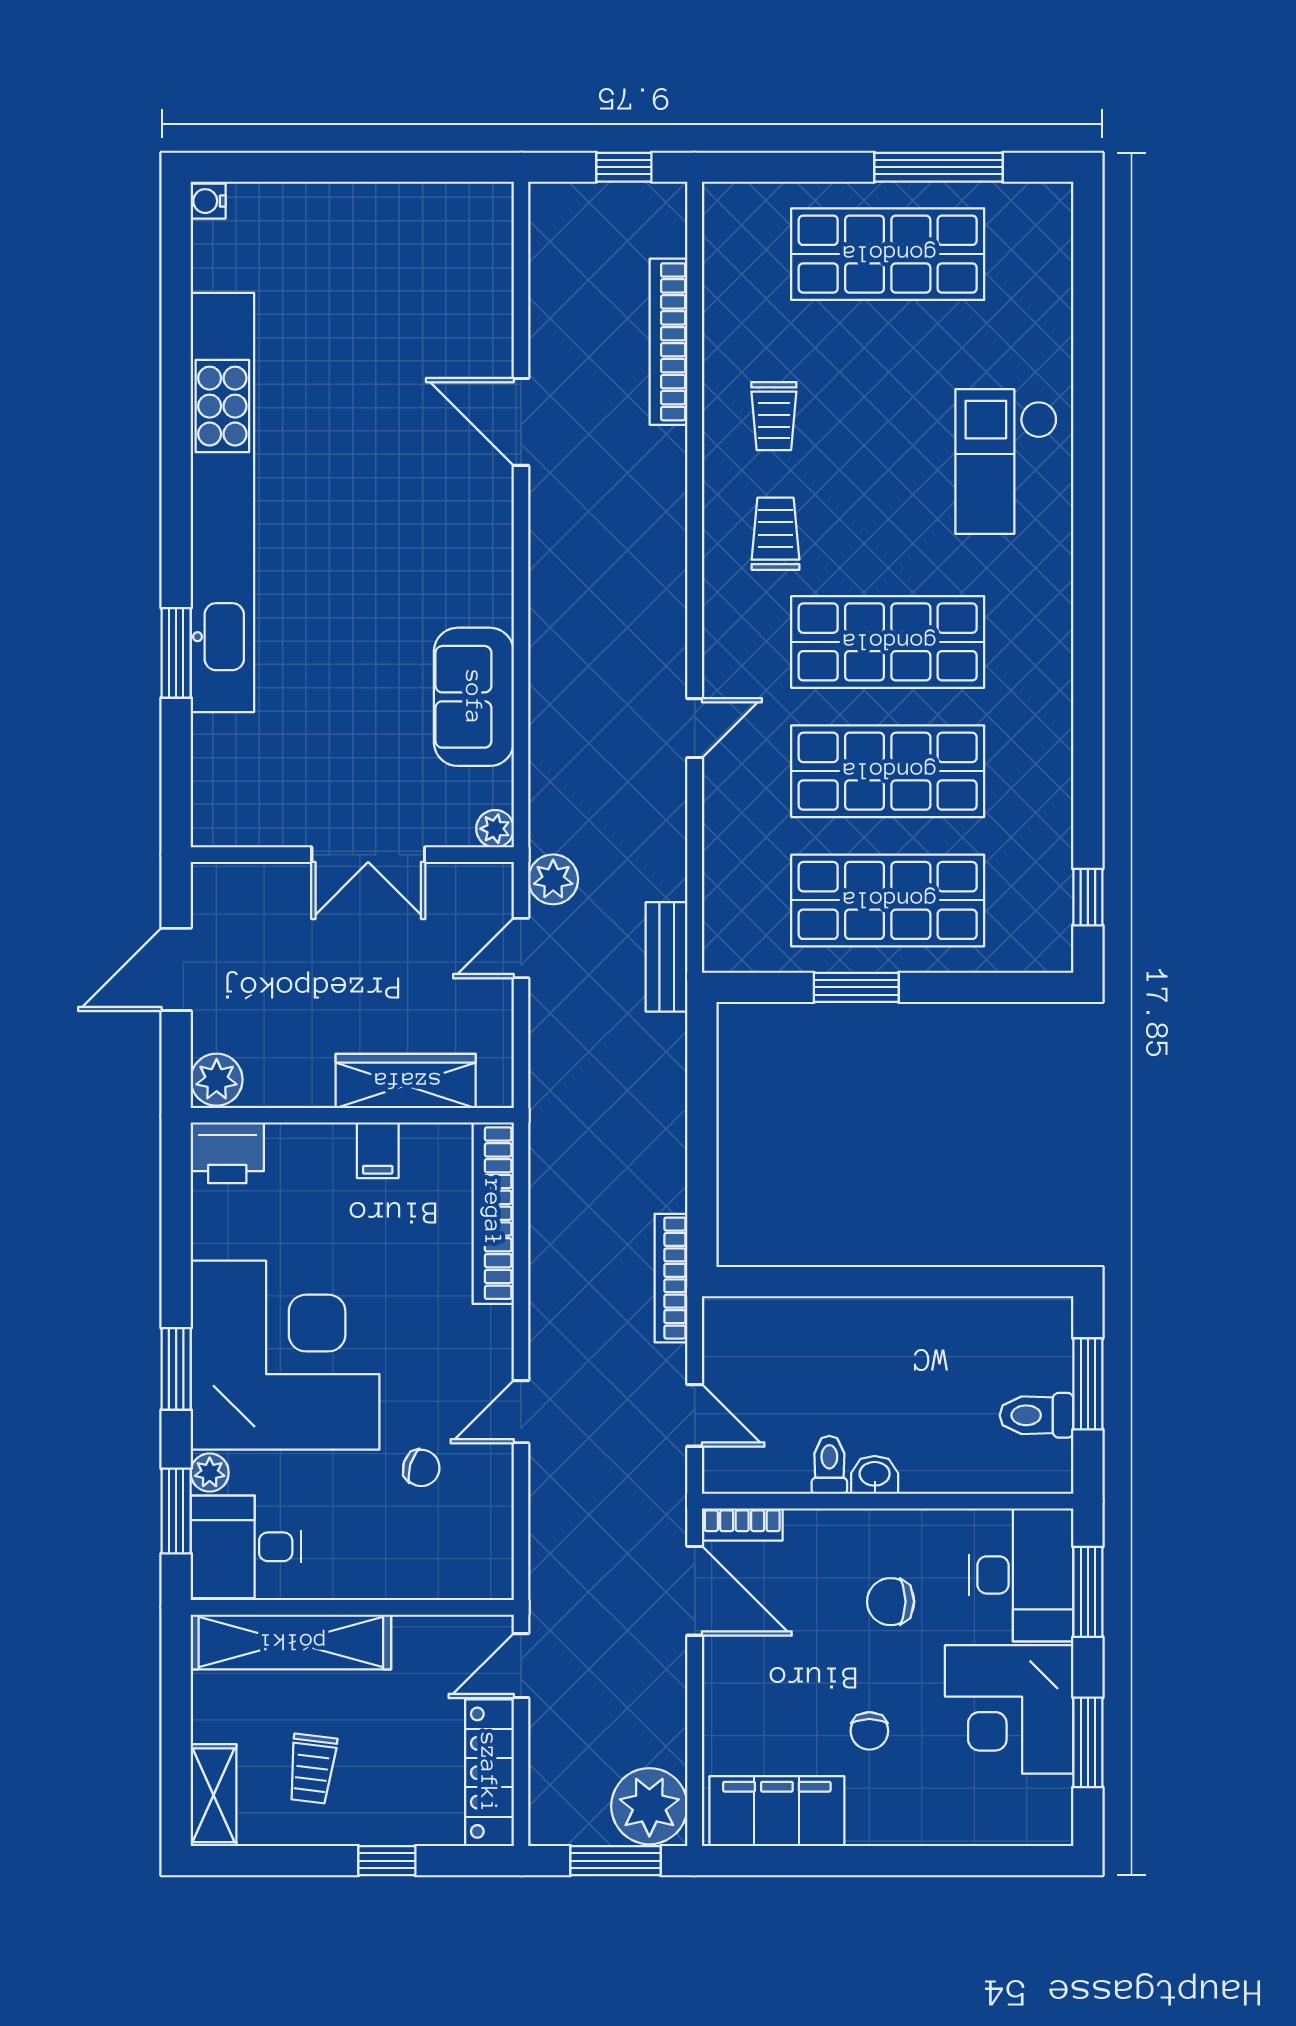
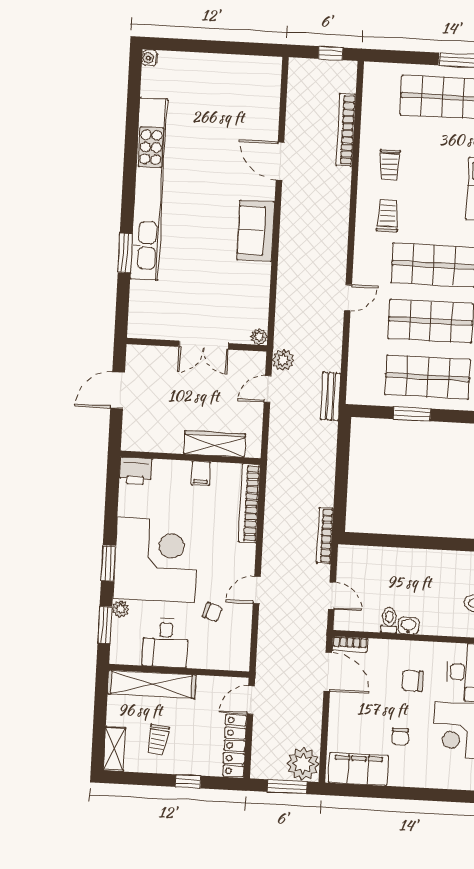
sofa: (474, 697) -> (256, 231), moved
plant: (217, 1080) -> (133, 439), removed
desk: (246, 1547) -> (165, 643), moved, turned -90

